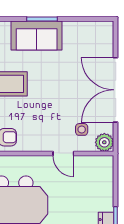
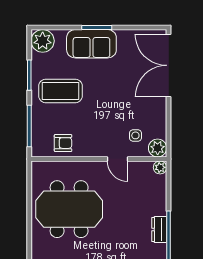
double door: (116, 90) -> (169, 65), moved
plant: (107, 162) -> (160, 167), added

